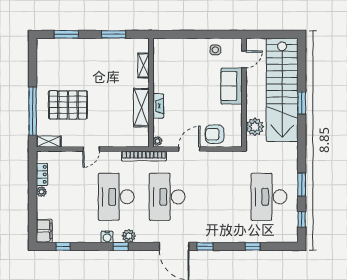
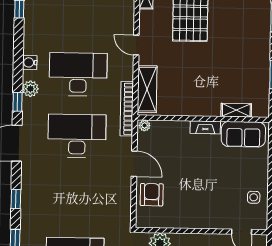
sofa: (232, 86) -> (243, 134), moved, turned 180
fireplace: (158, 106) -> (205, 127), moved
shelving: (141, 108) -> (147, 89), moved, turned 90
window: (121, 246) -> (18, 102), moved
window: (205, 246) -> (16, 199), moved

